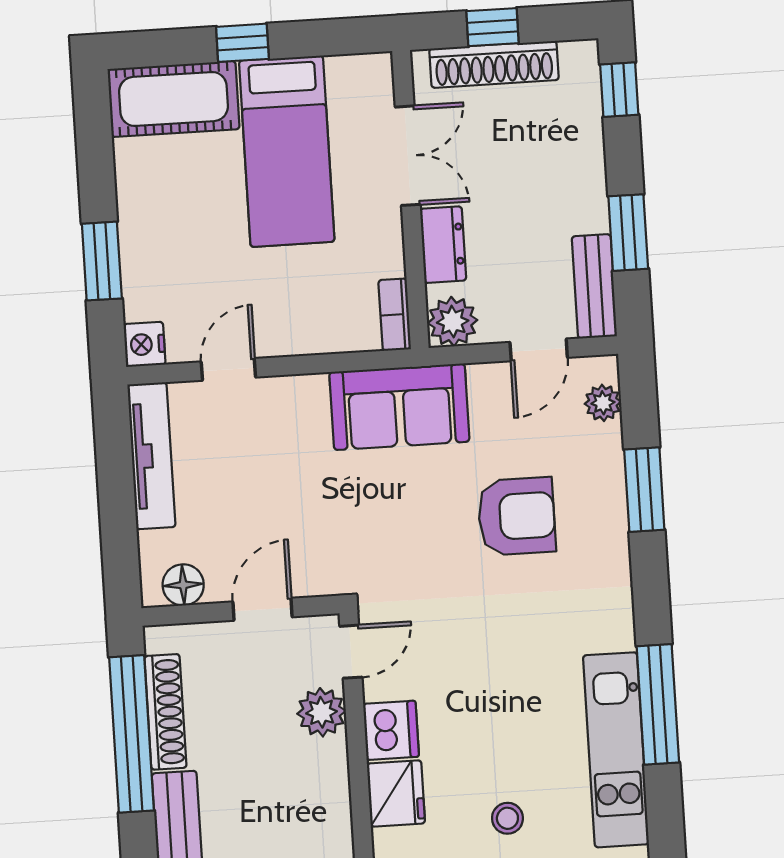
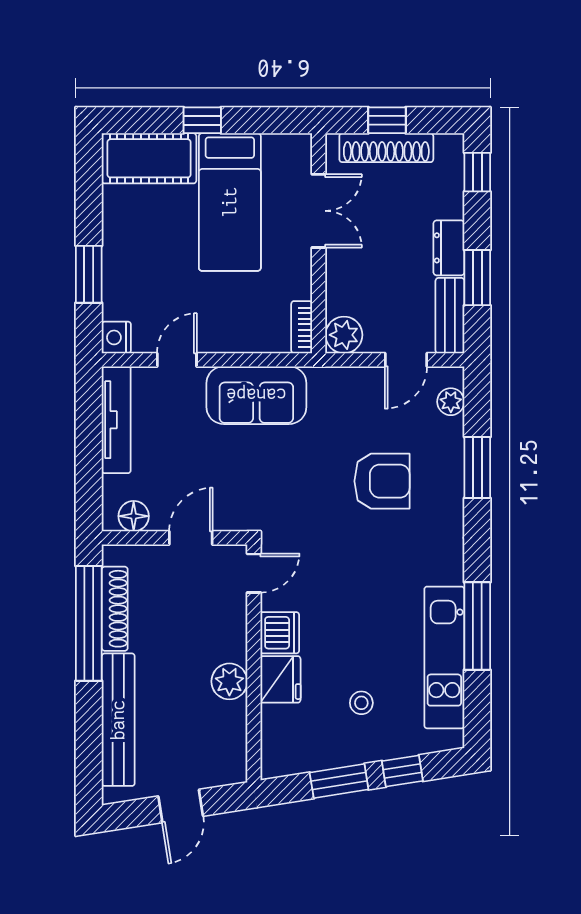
dresser: (443, 245) -> (449, 248), moved, turned 180
sofa: (399, 407) -> (256, 395), moved
plant: (321, 712) -> (229, 681), moved

